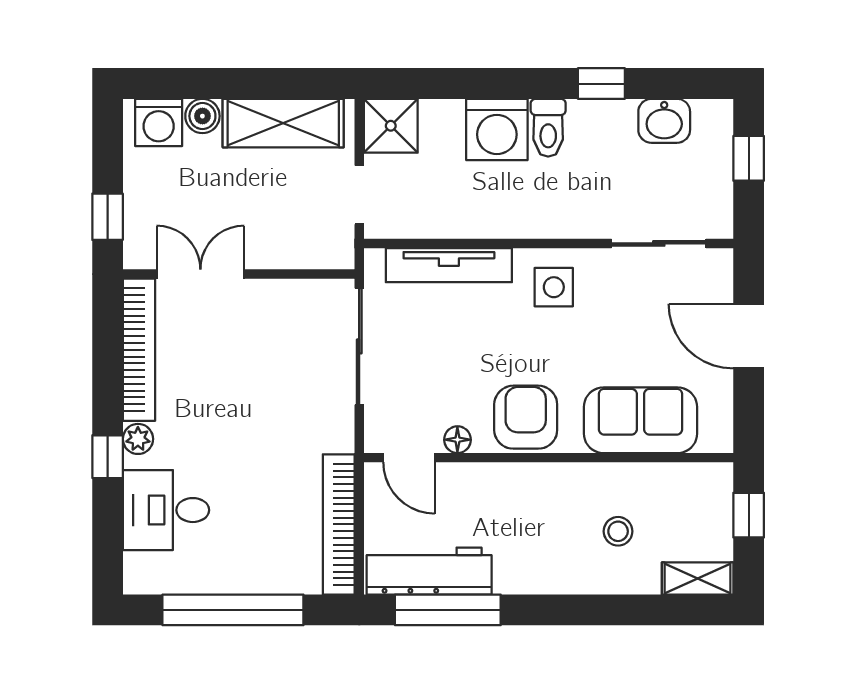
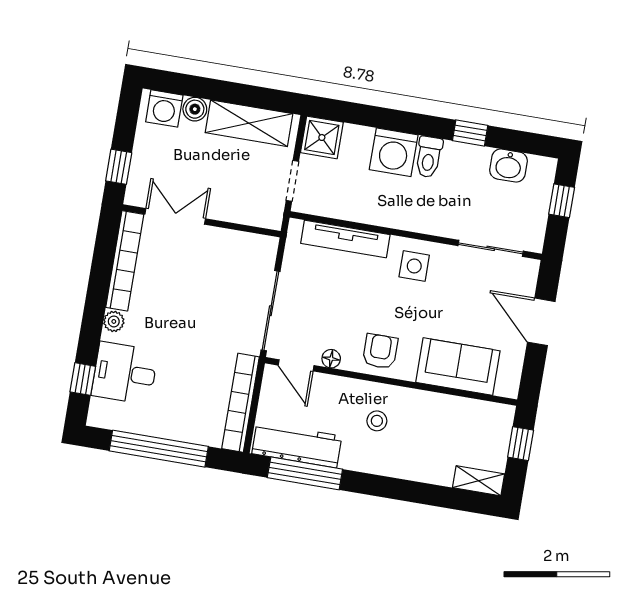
sliding door: (359, 346) -> (270, 311), moved
armchair: (526, 417) -> (380, 351), width x0.72, depth x0.72
window: (108, 457) -> (83, 379), moved
stool: (618, 531) -> (377, 421), moved

